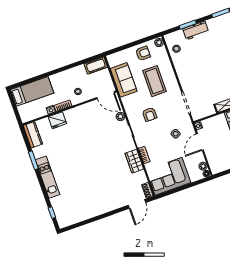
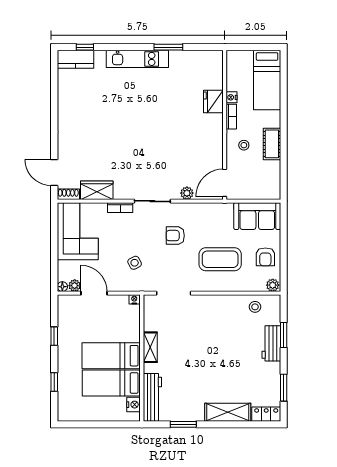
cot: (96, 65) -> (272, 144), moved
sofa: (124, 80) -> (257, 216), moved
kitchen counter: (33, 135) -> (75, 59), moved
door: (200, 142) -> (94, 293), moved
wardrobe: (134, 161) -> (97, 190), moved

